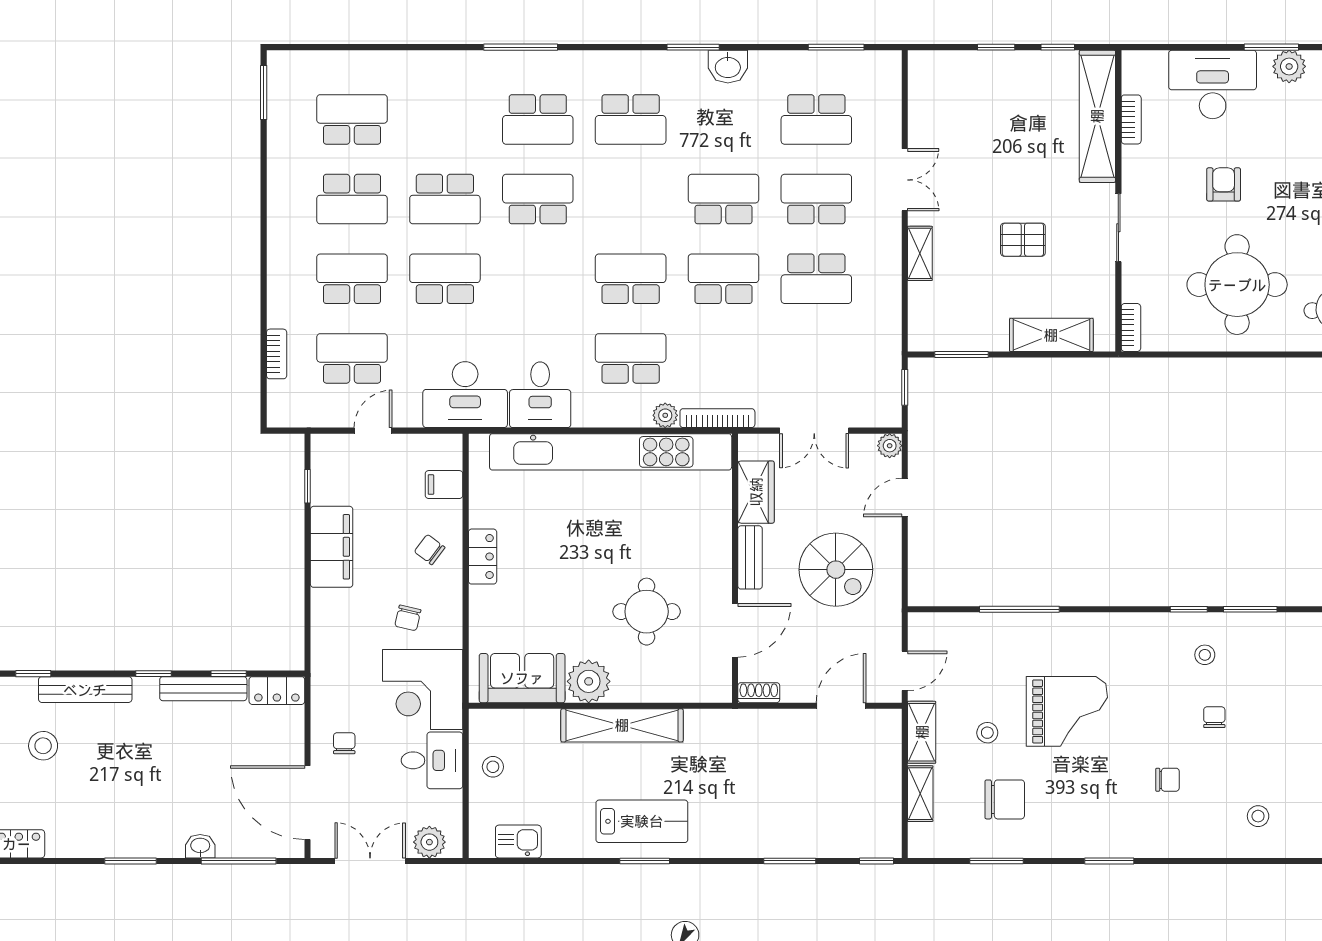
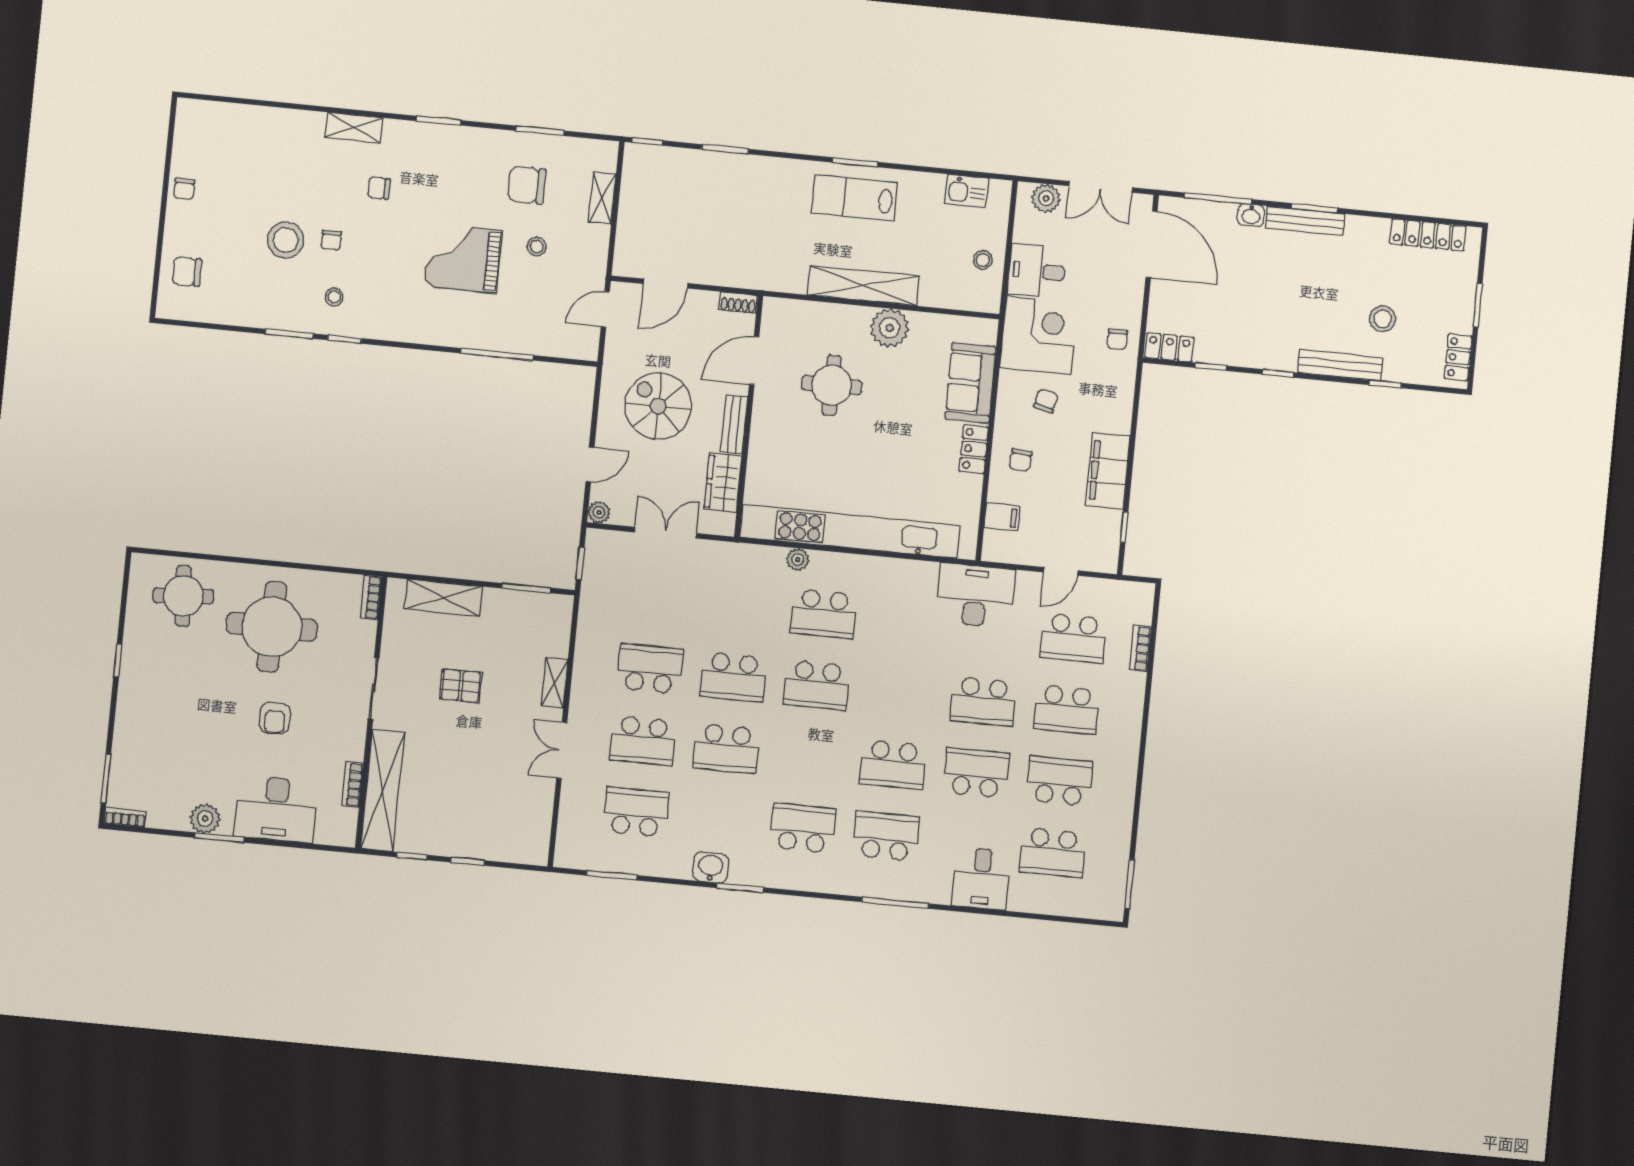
desk: (540, 395) -> (981, 879), moved, turned 180
bookcase: (717, 418) -> (751, 552), removed
chair: (430, 550) -> (1020, 460), turned 58
sofa: (522, 678) -> (970, 383), moved, turned 90
bench: (203, 689) -> (1305, 221), moved
shelving: (922, 732) -> (354, 128), moved, turned 90
chair: (344, 743) -> (1117, 339), moved
stool: (1258, 816) -> (286, 240), moved, width x1.89, depth x1.89

